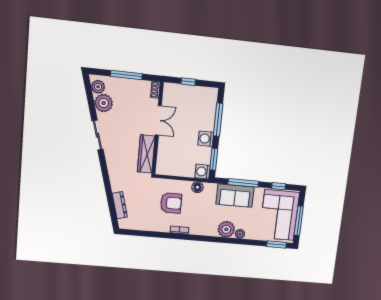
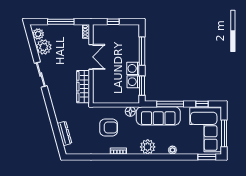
washing machine: (202, 172) -> (133, 82), moved
sofa: (235, 196) -> (158, 116), width x1.36
plant: (226, 229) -> (148, 147), moved

